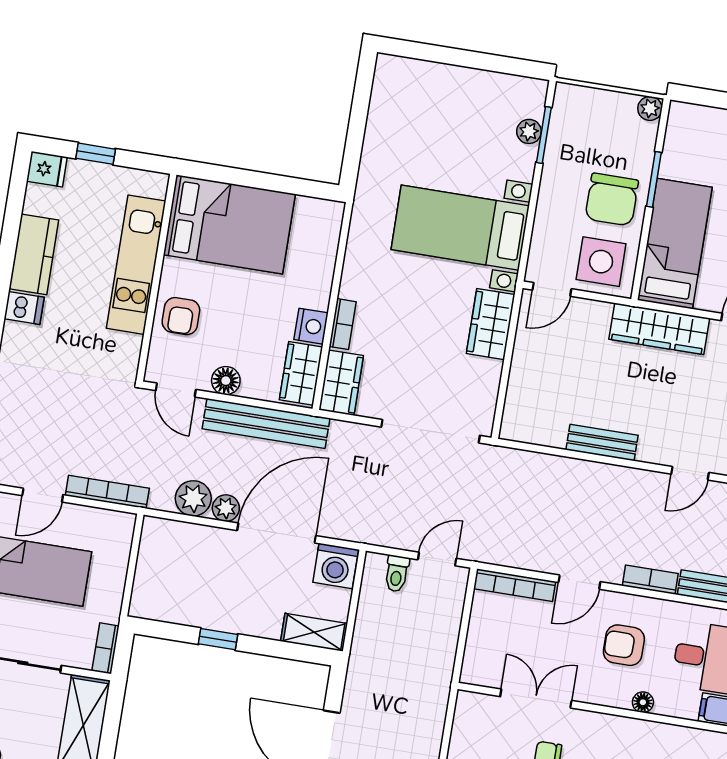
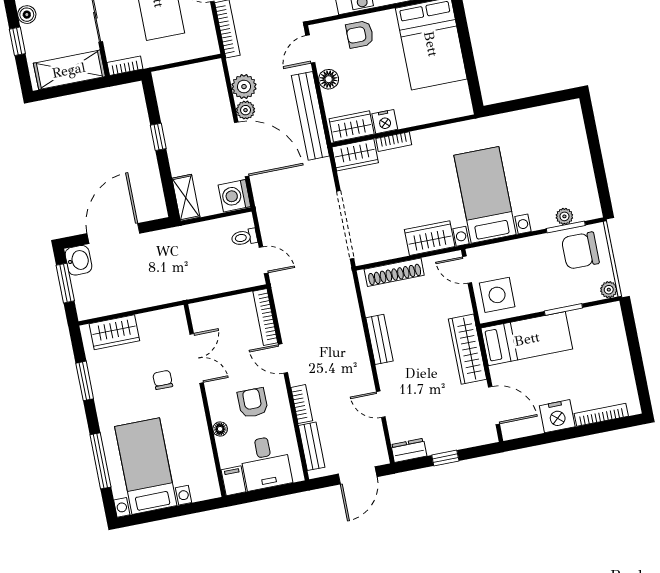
chair: (612, 199) -> (580, 251), moved
shoe rack: (519, 389) -> (394, 272), added

